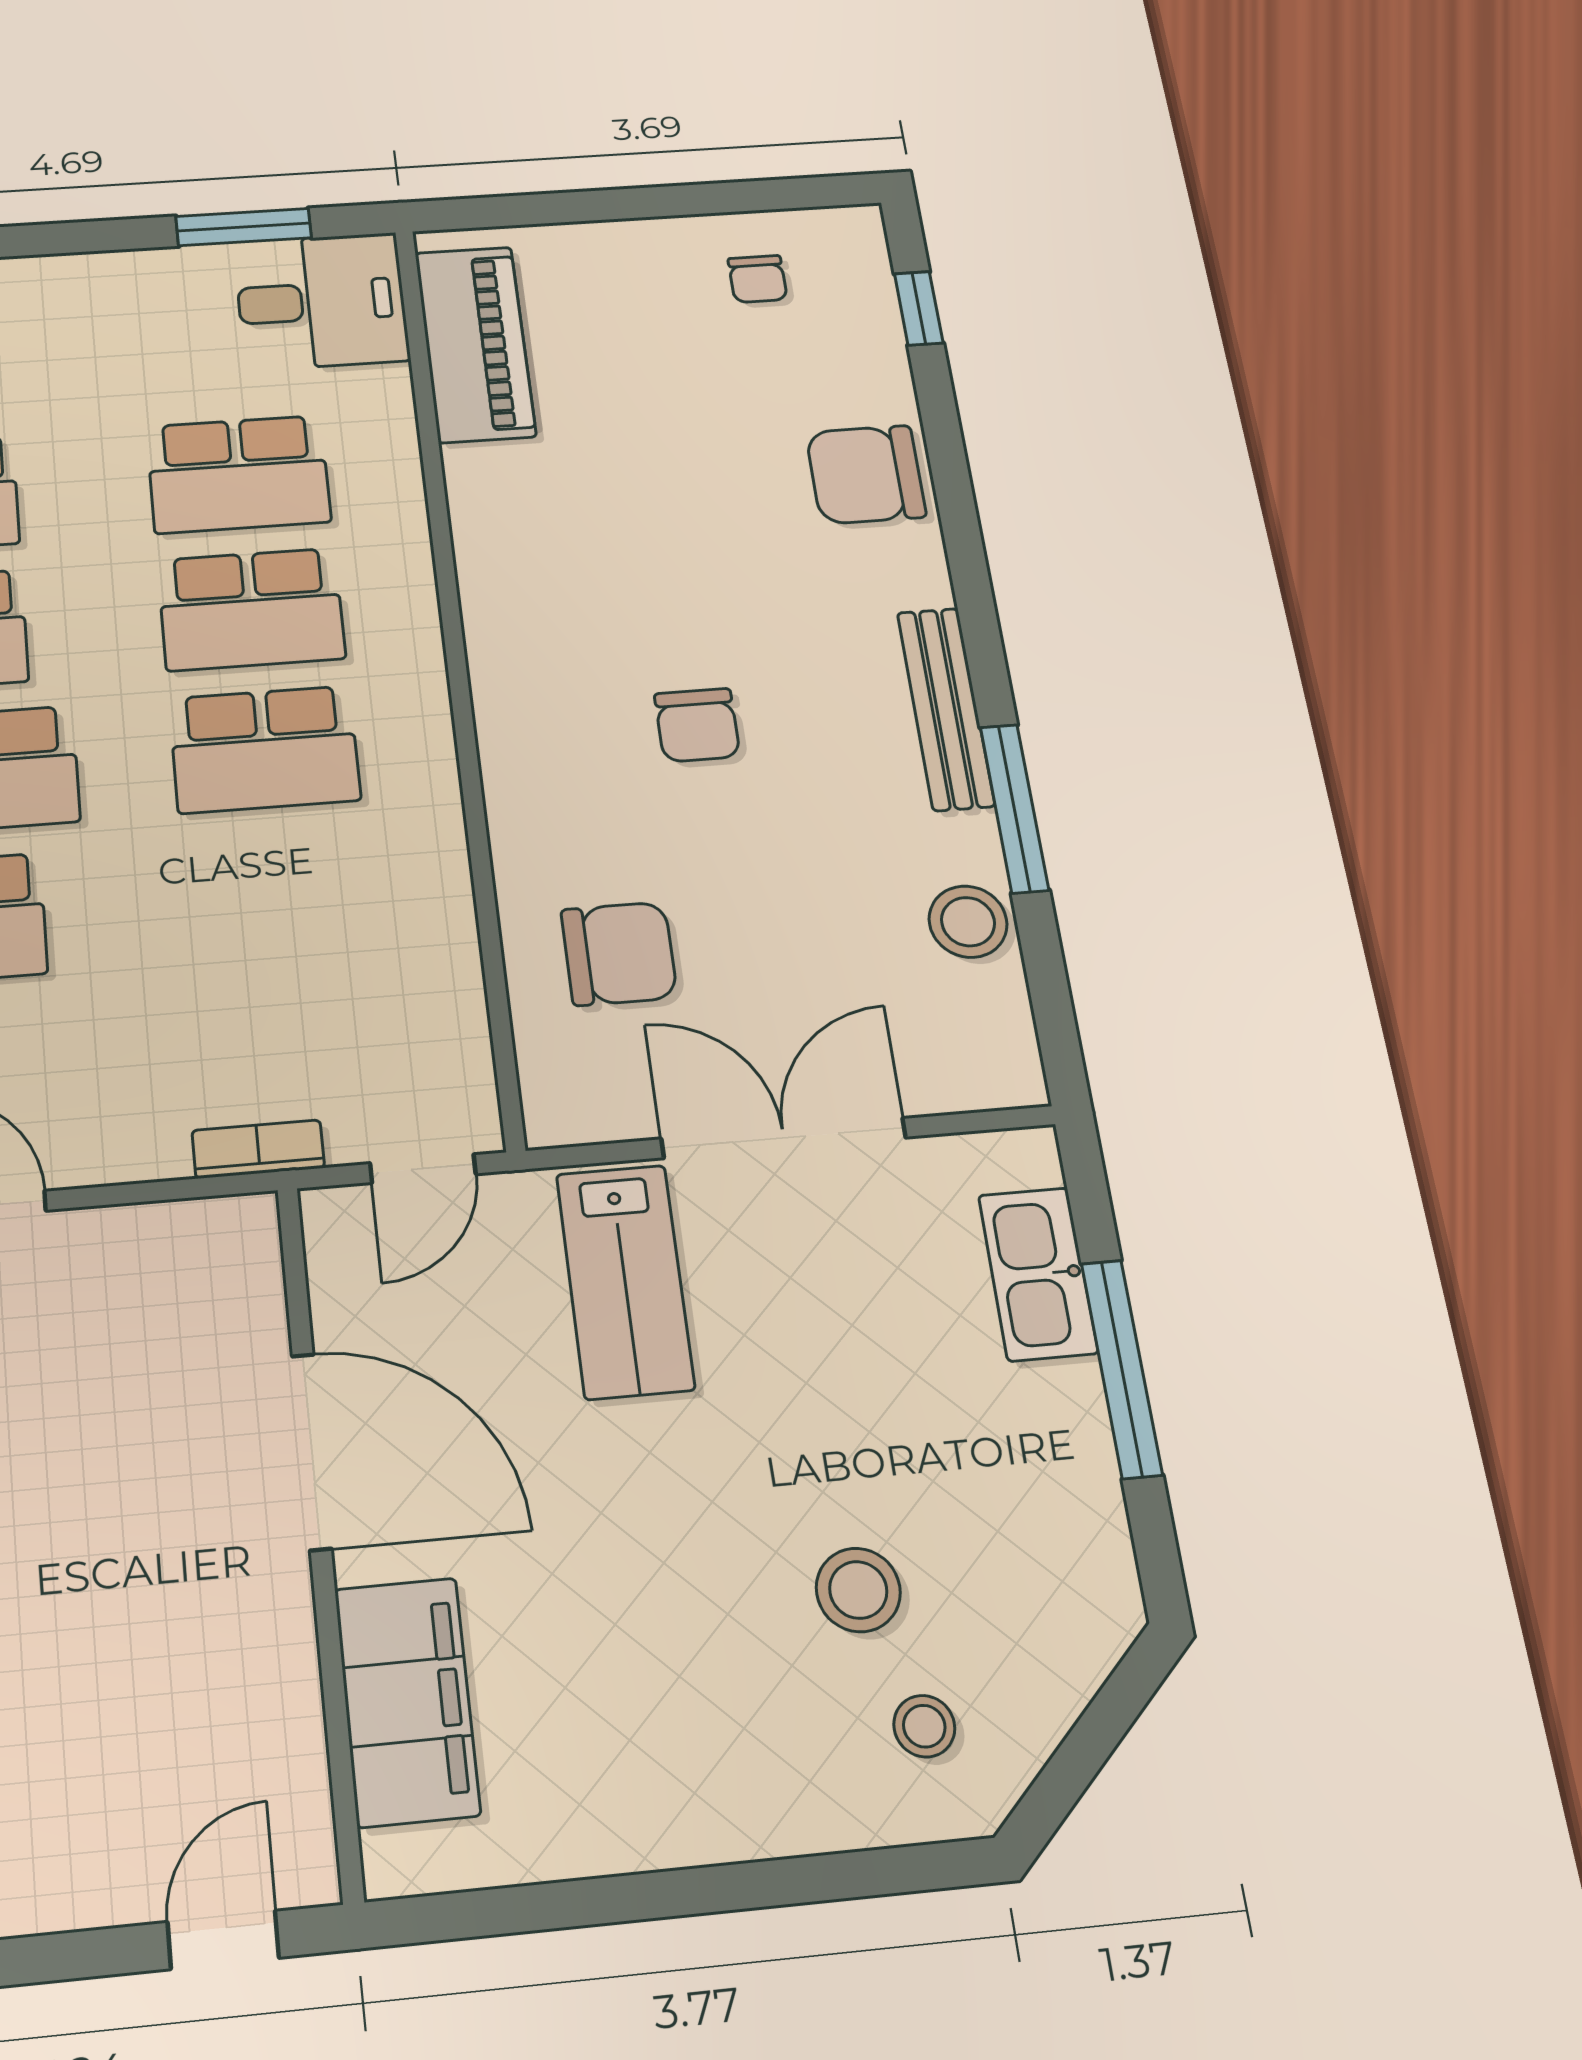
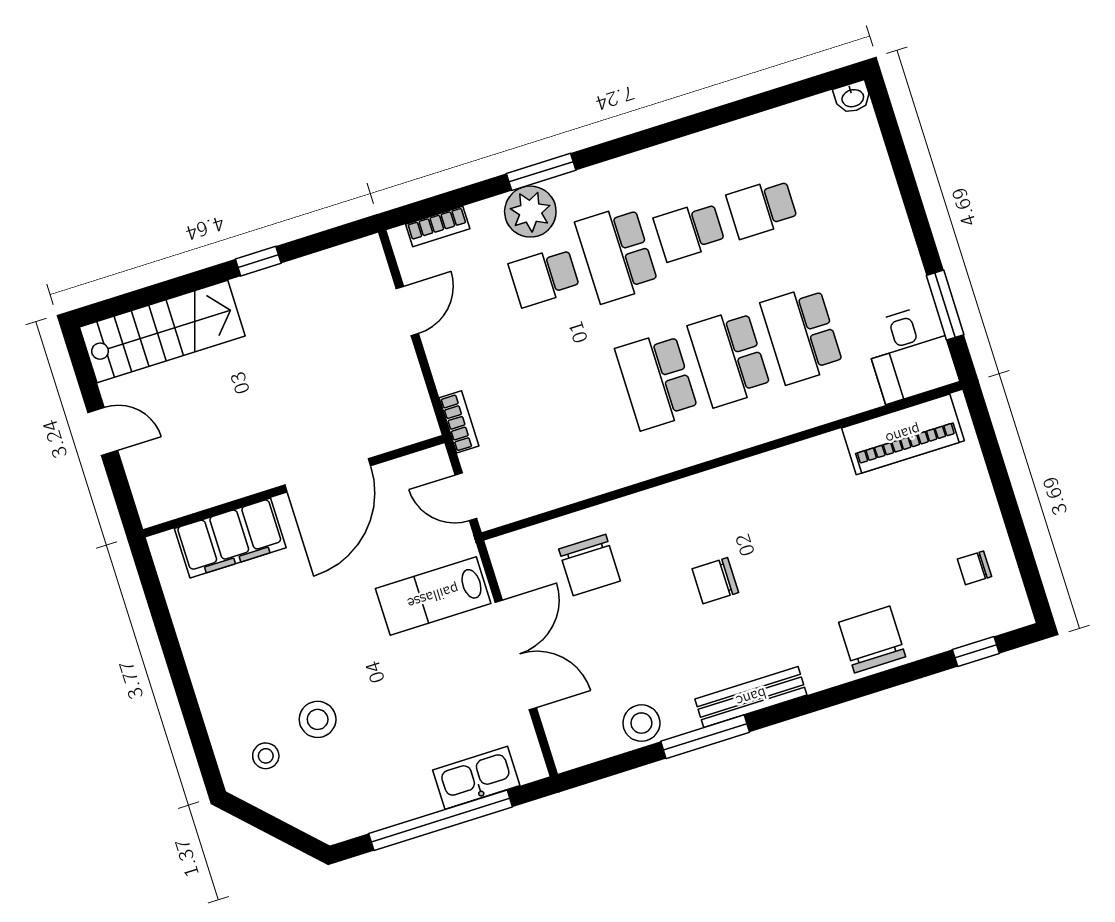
window: (1122, 1368) -> (441, 820), width x1.46
door: (223, 1940) -> (103, 431), moved

